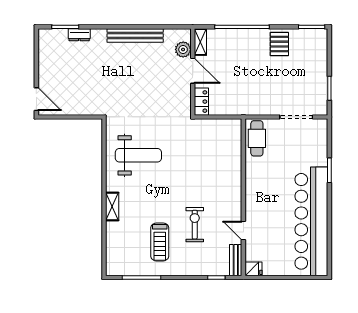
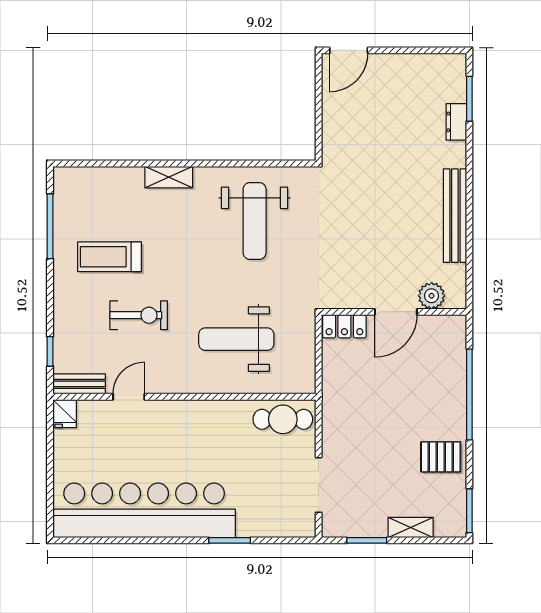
shelving: (200, 42) -> (411, 527), moved
weight bench: (209, 166) -> (236, 339), added

